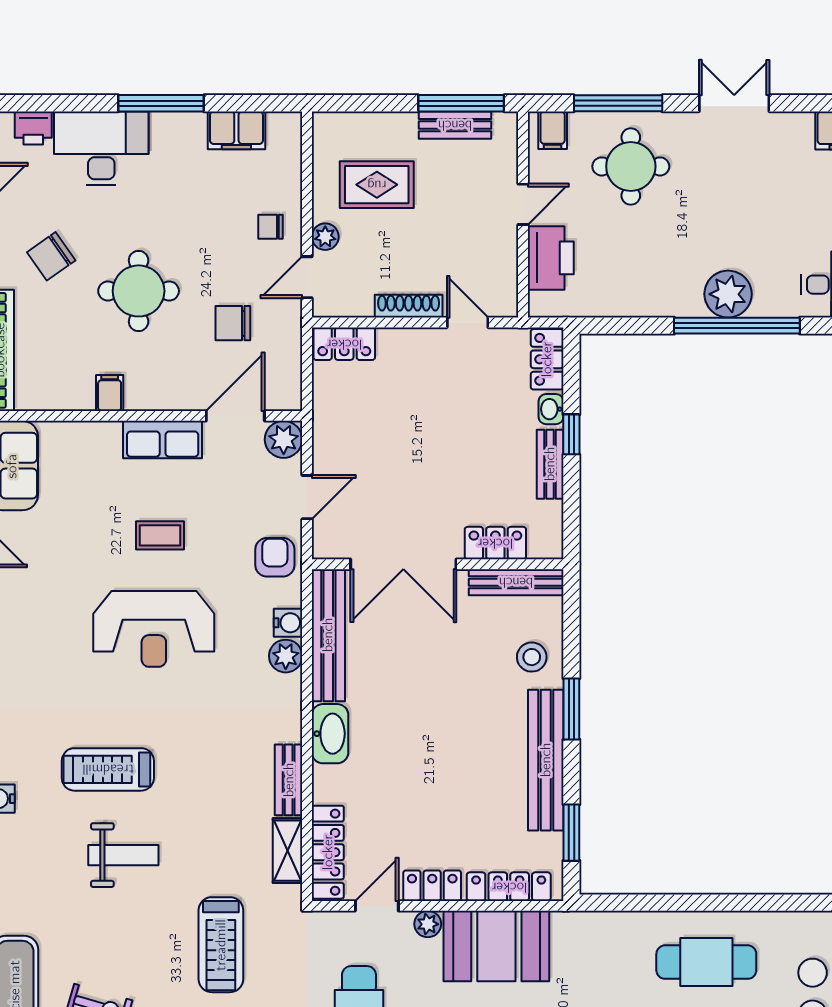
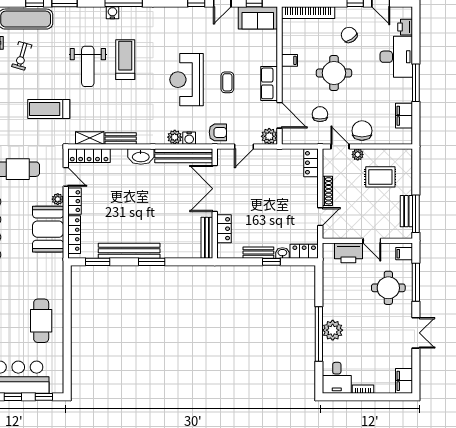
rug: (377, 185) -> (380, 177), turned 90
chair: (271, 227) -> (362, 131), width x1.87, depth x1.87
door: (307, 497) -> (244, 146), hinge flipped
stool: (532, 657) -> (174, 245), removed
weight bench: (123, 855) -> (88, 66), width x1.36, depth x1.33

